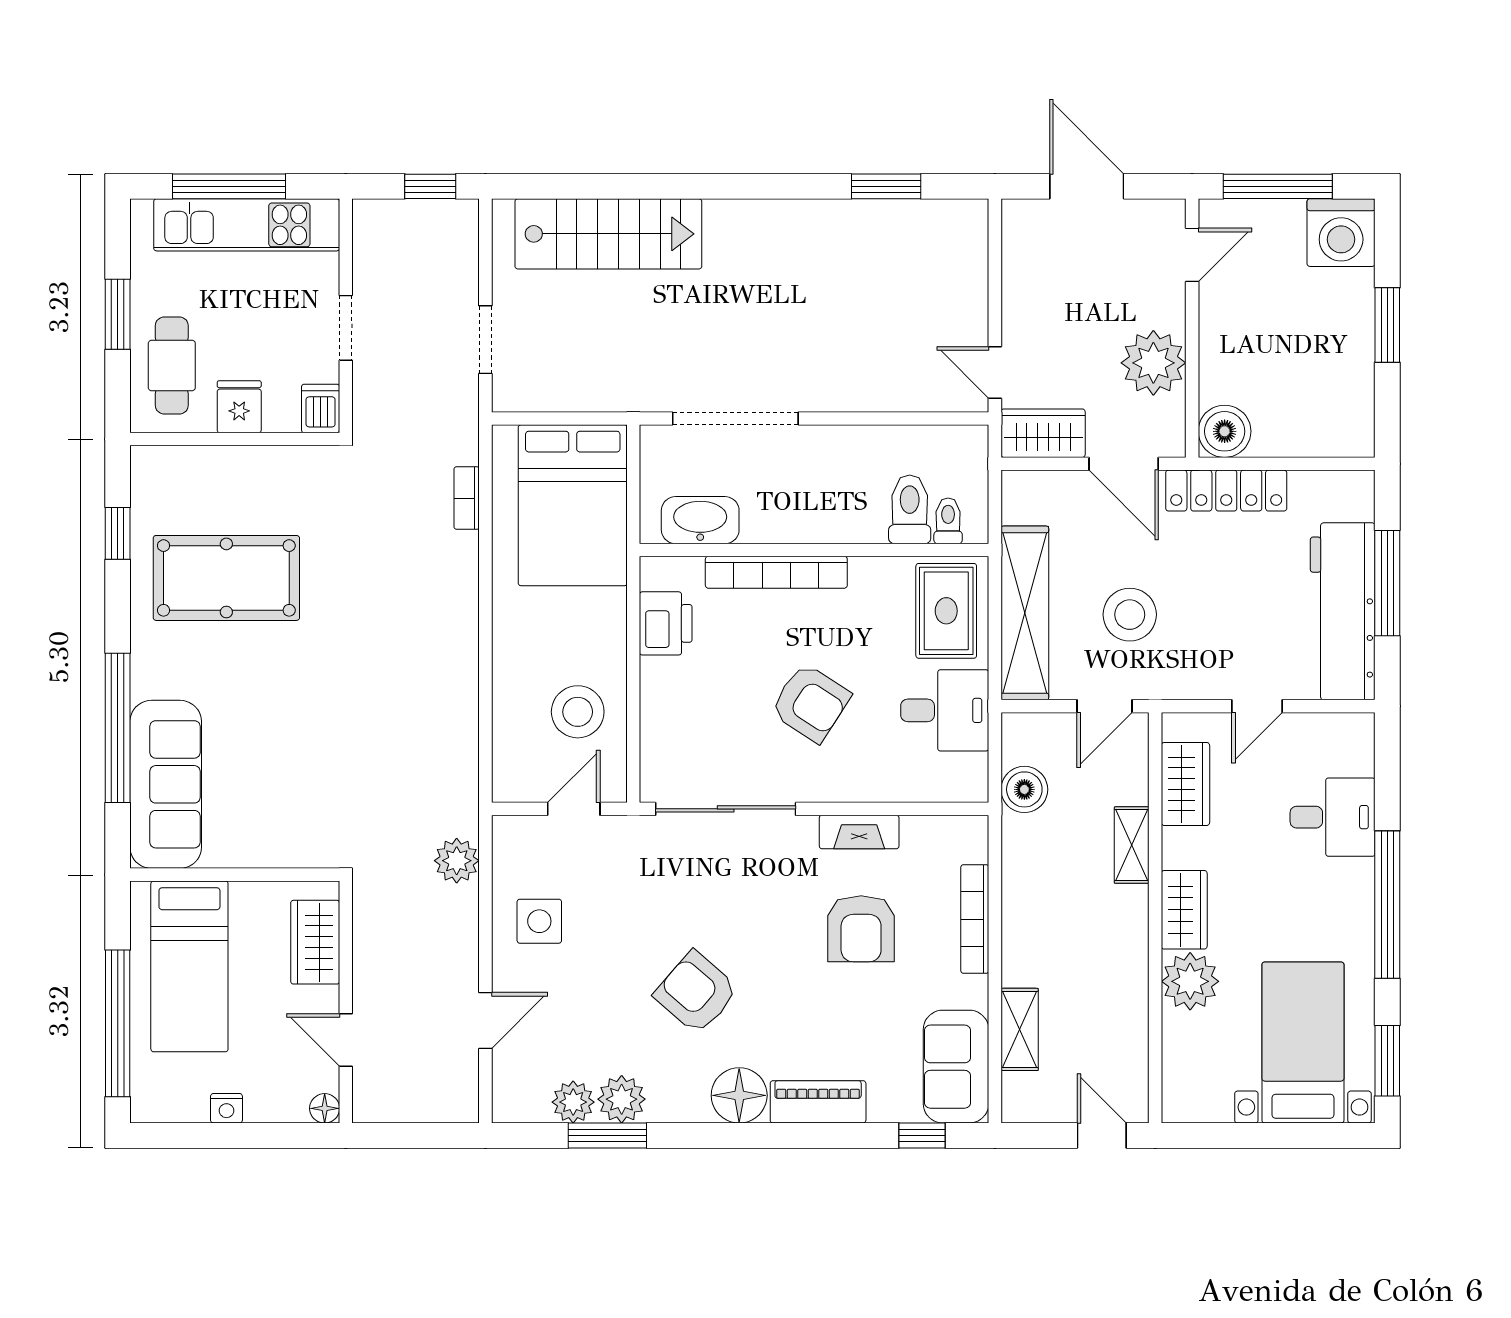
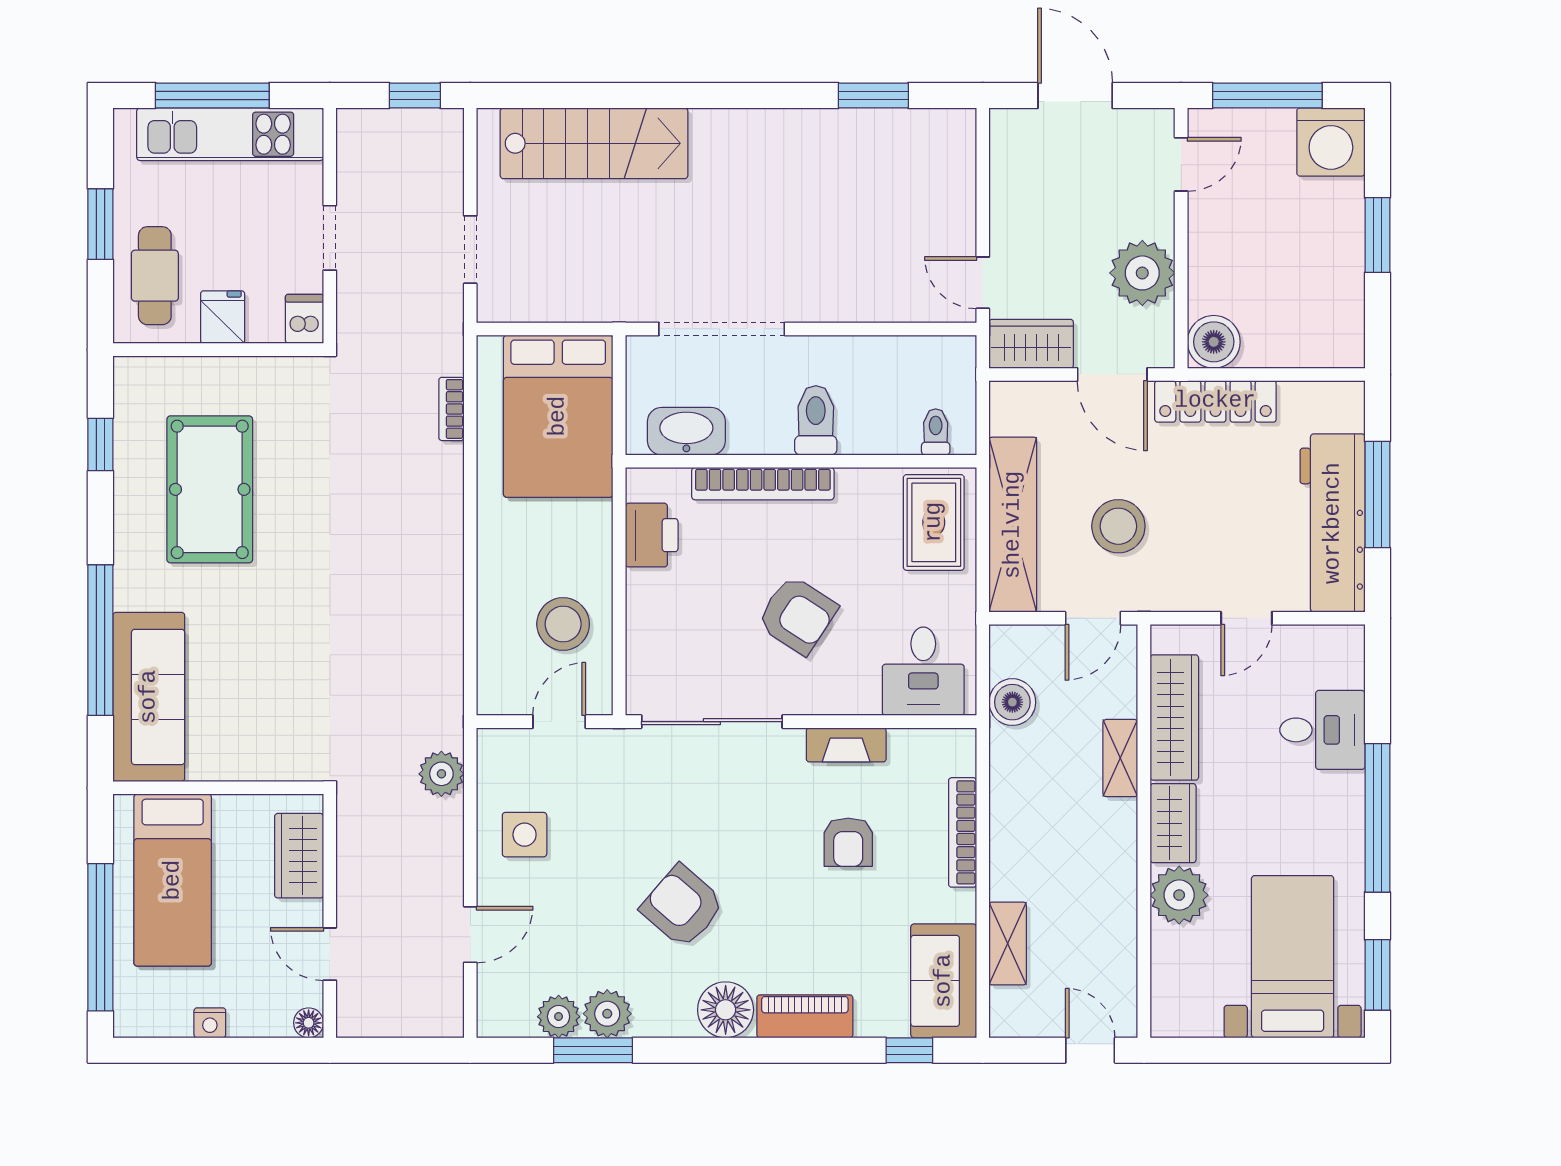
toilet: (910, 509) -> (816, 420), moved
pool table: (226, 578) -> (210, 489), turned 90
desk: (945, 710) -> (923, 671), moved, turned 90
wardrobe: (1185, 784) -> (1174, 718), width x1.50
armchair: (861, 929) -> (848, 842), width x0.72, depth x0.72

